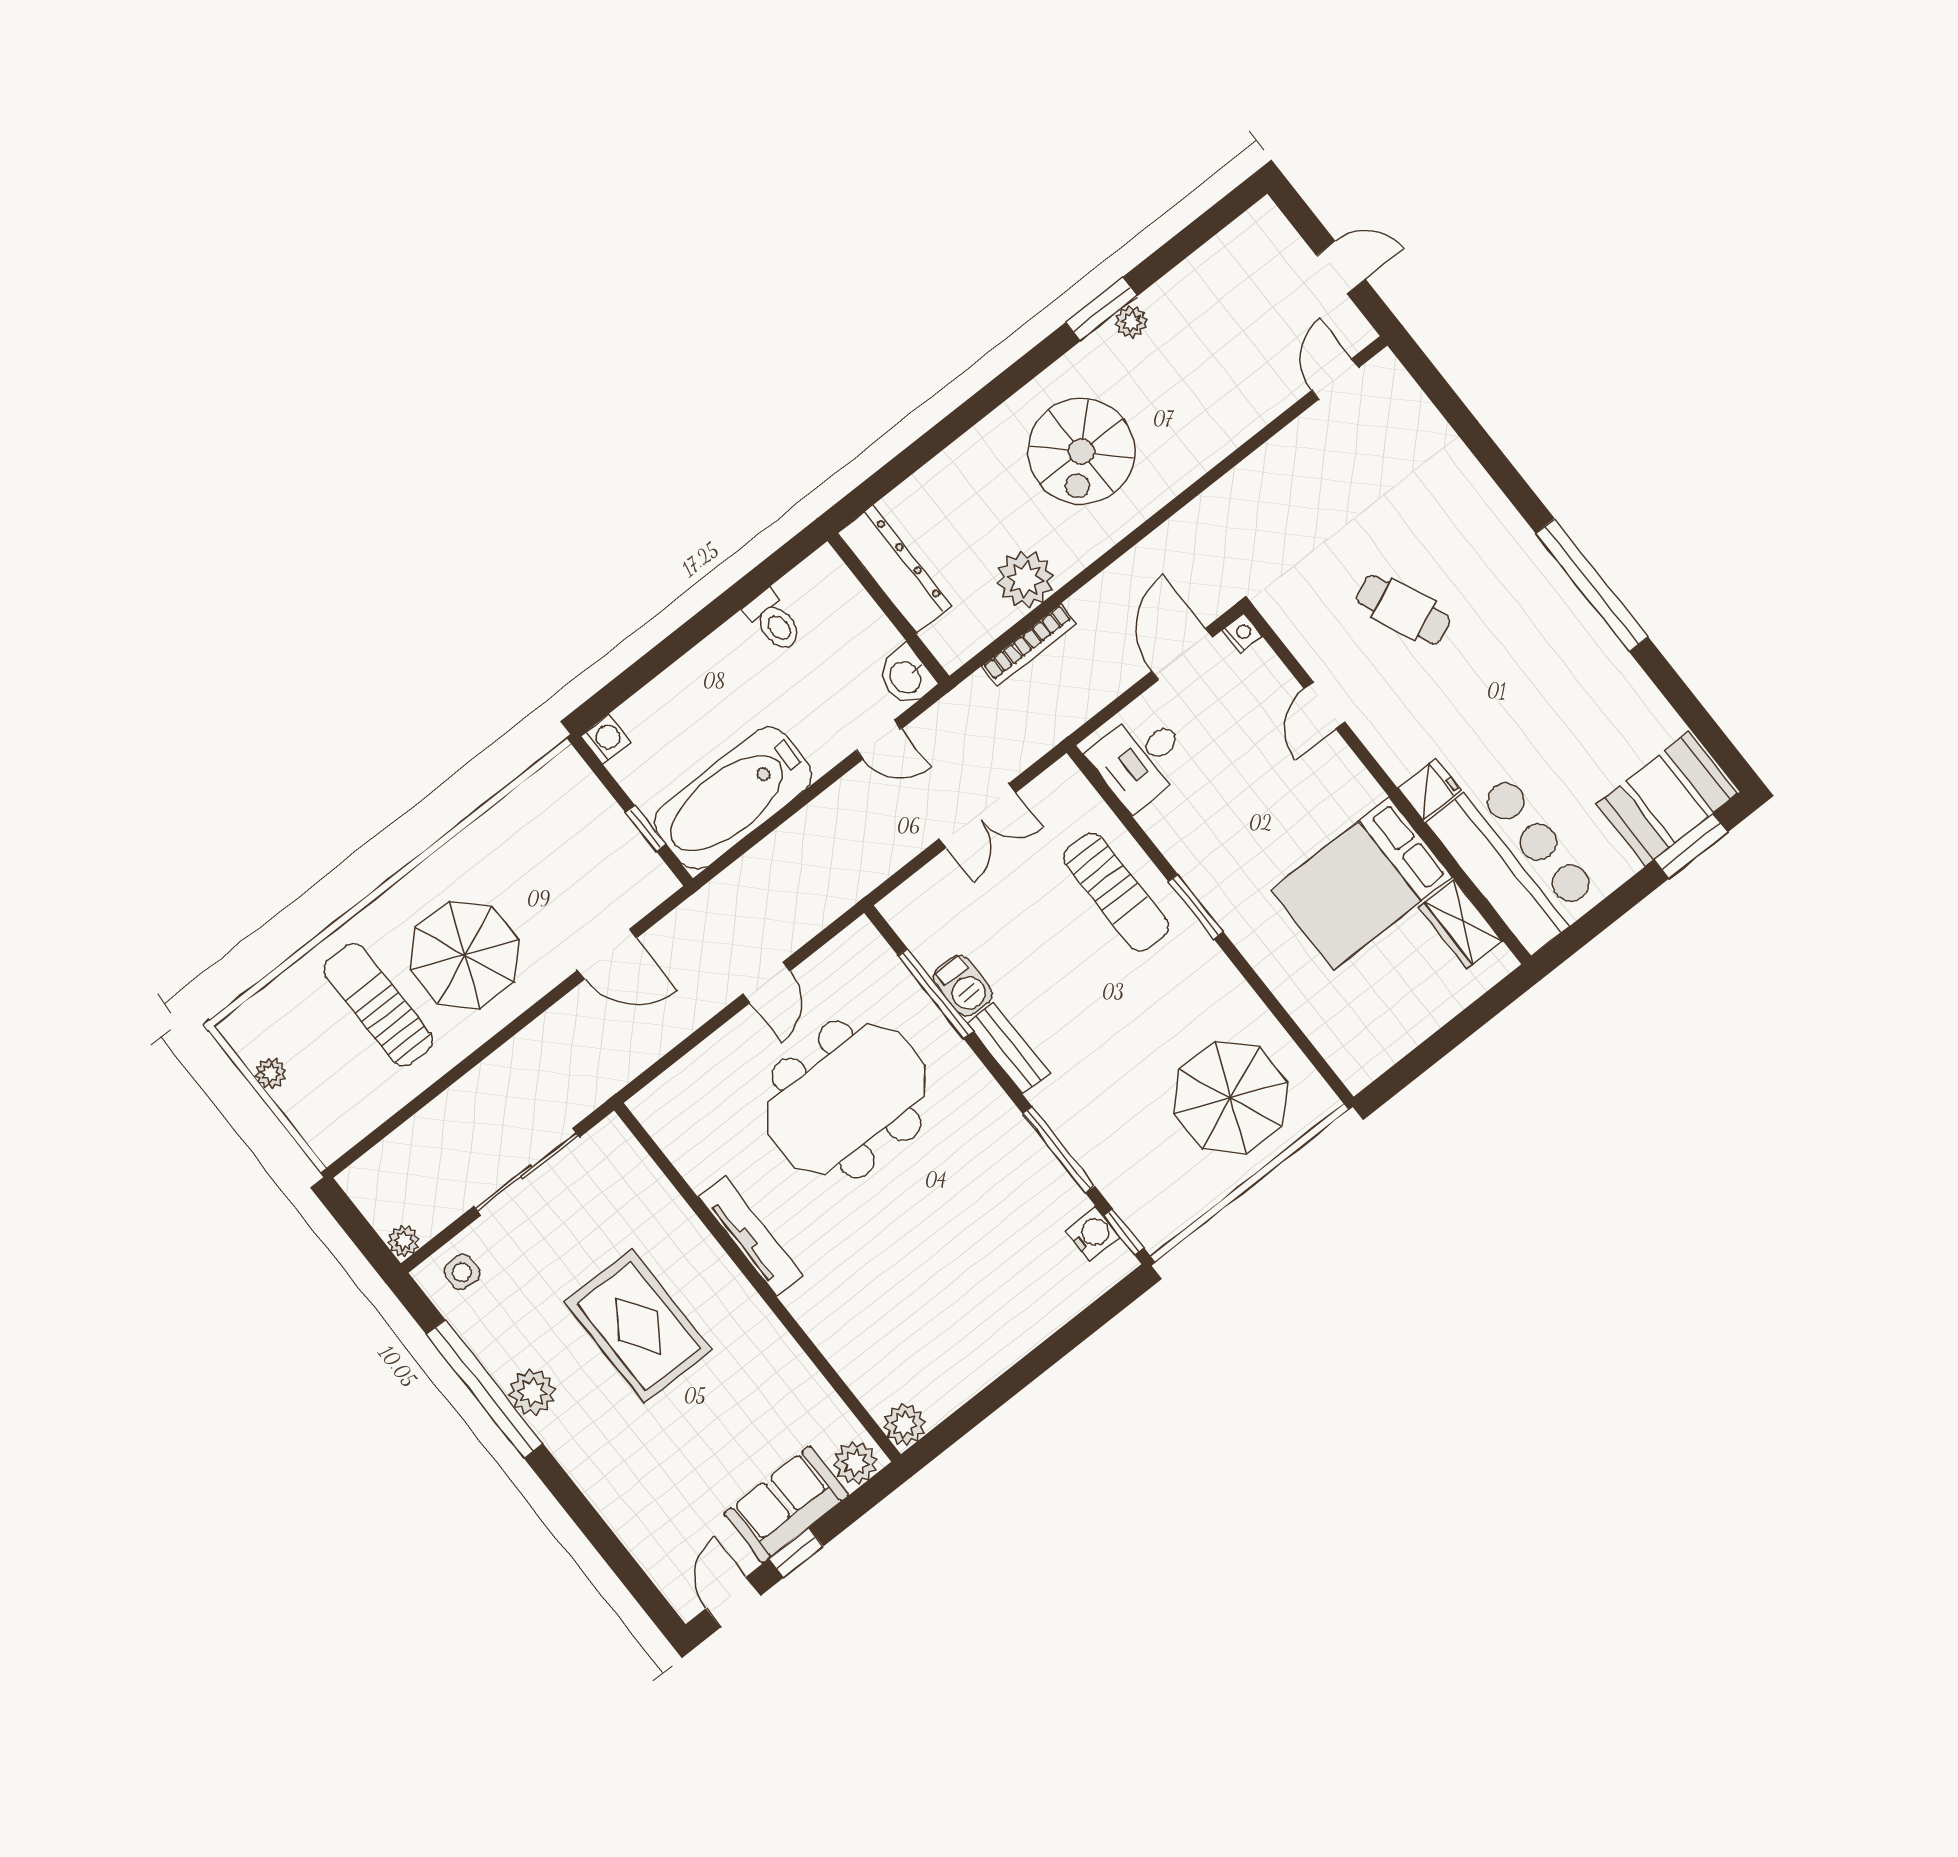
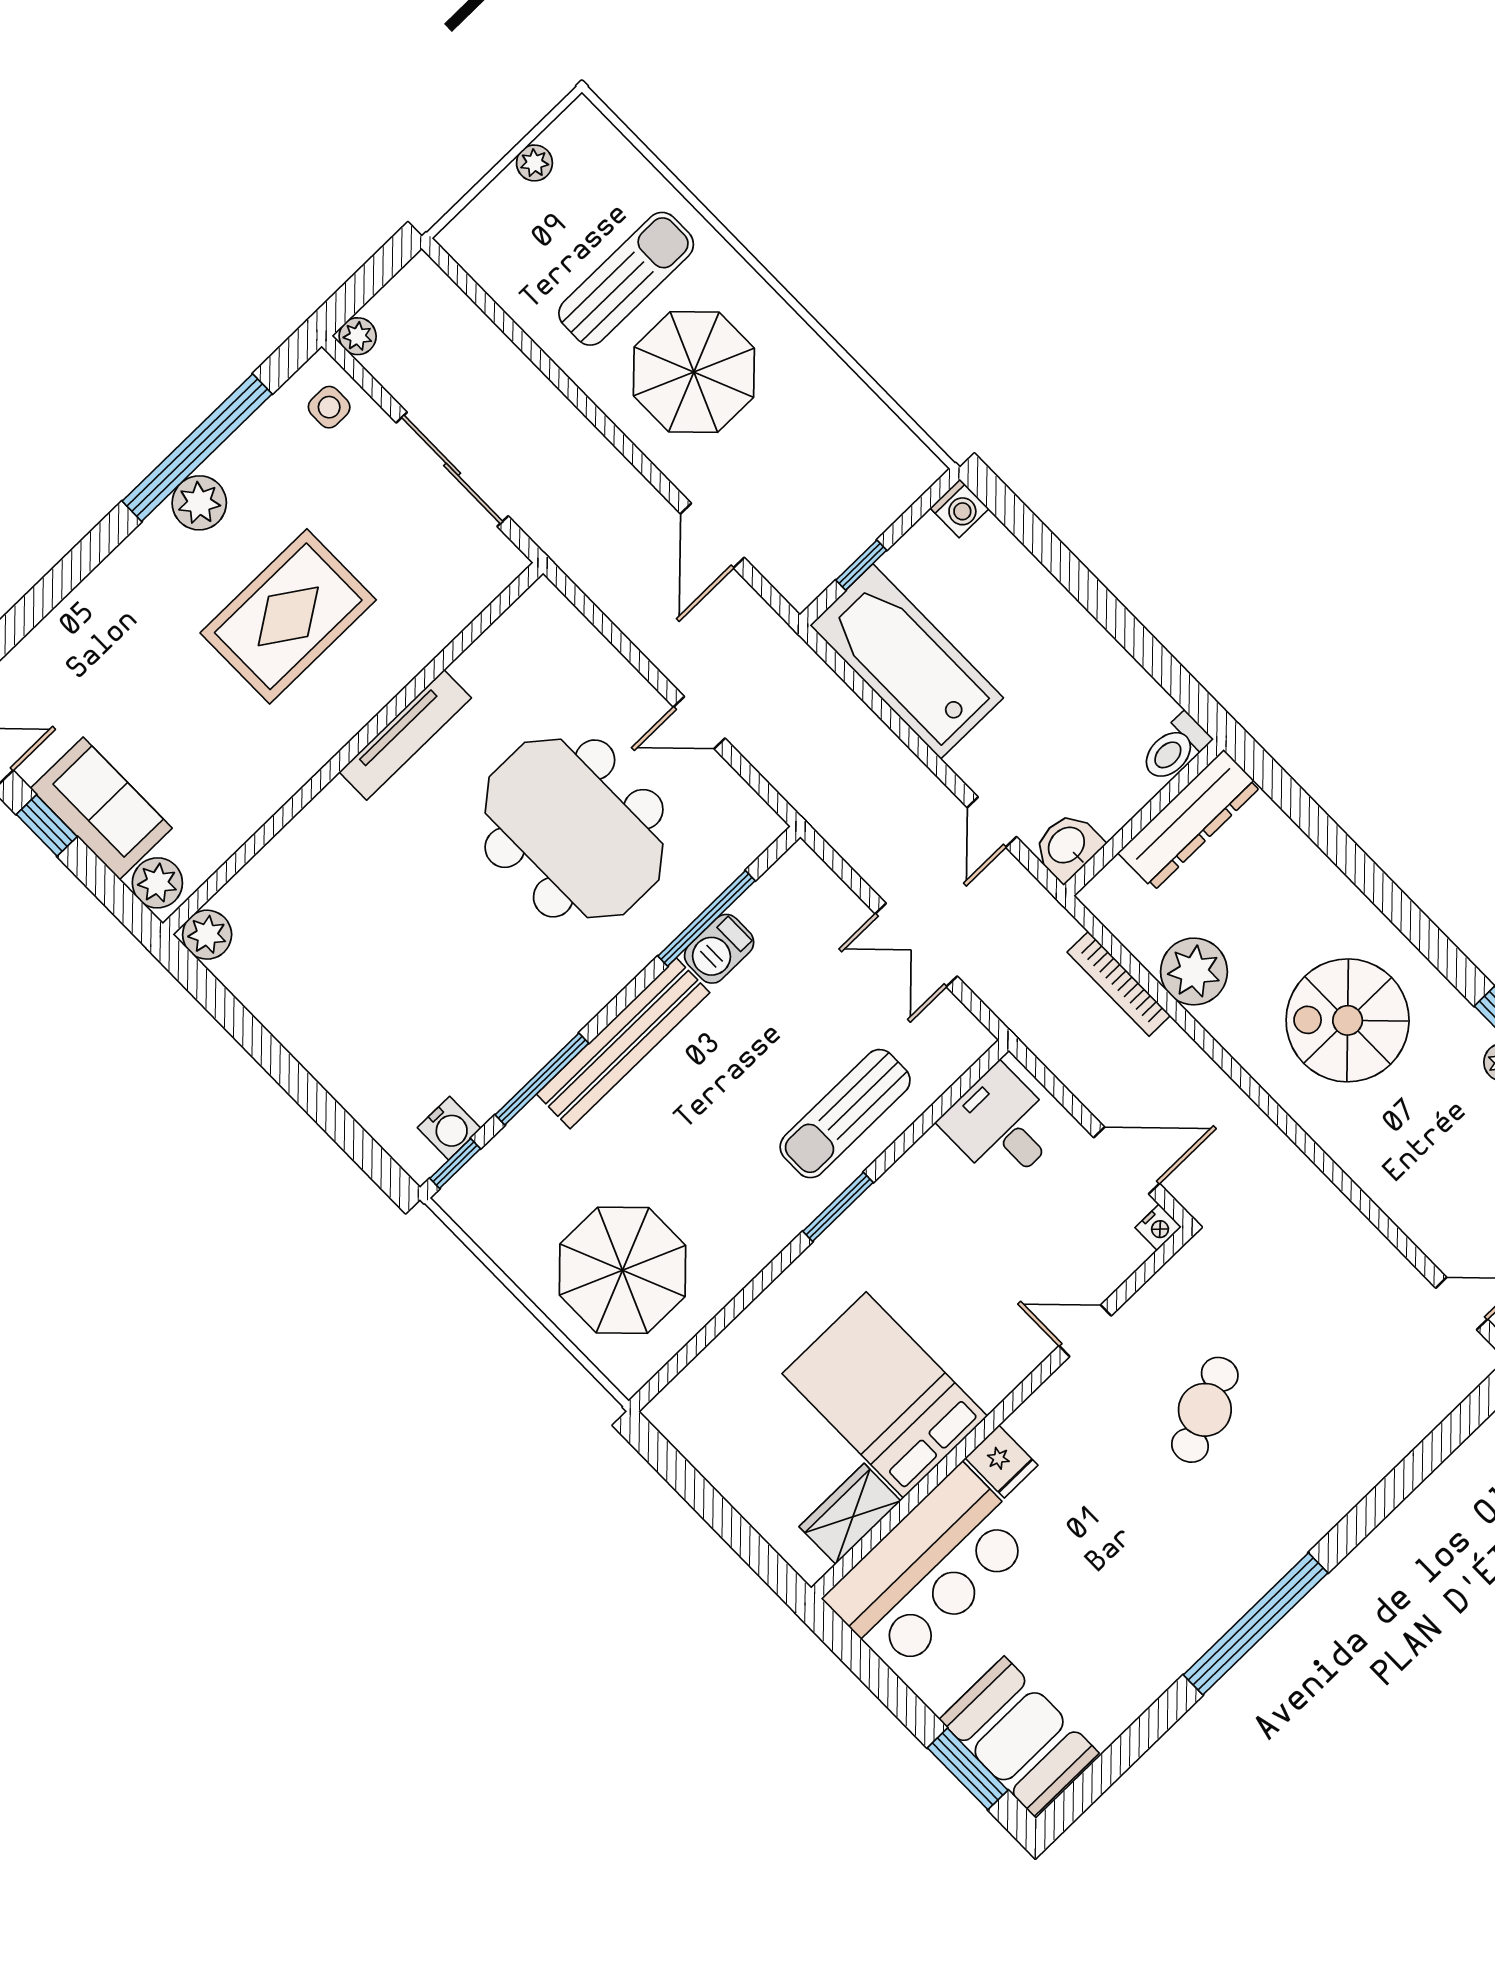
toilet: (774, 621) -> (1175, 748), moved
bench: (1008, 1048) -> (623, 1043), width x1.86, depth x1.21

